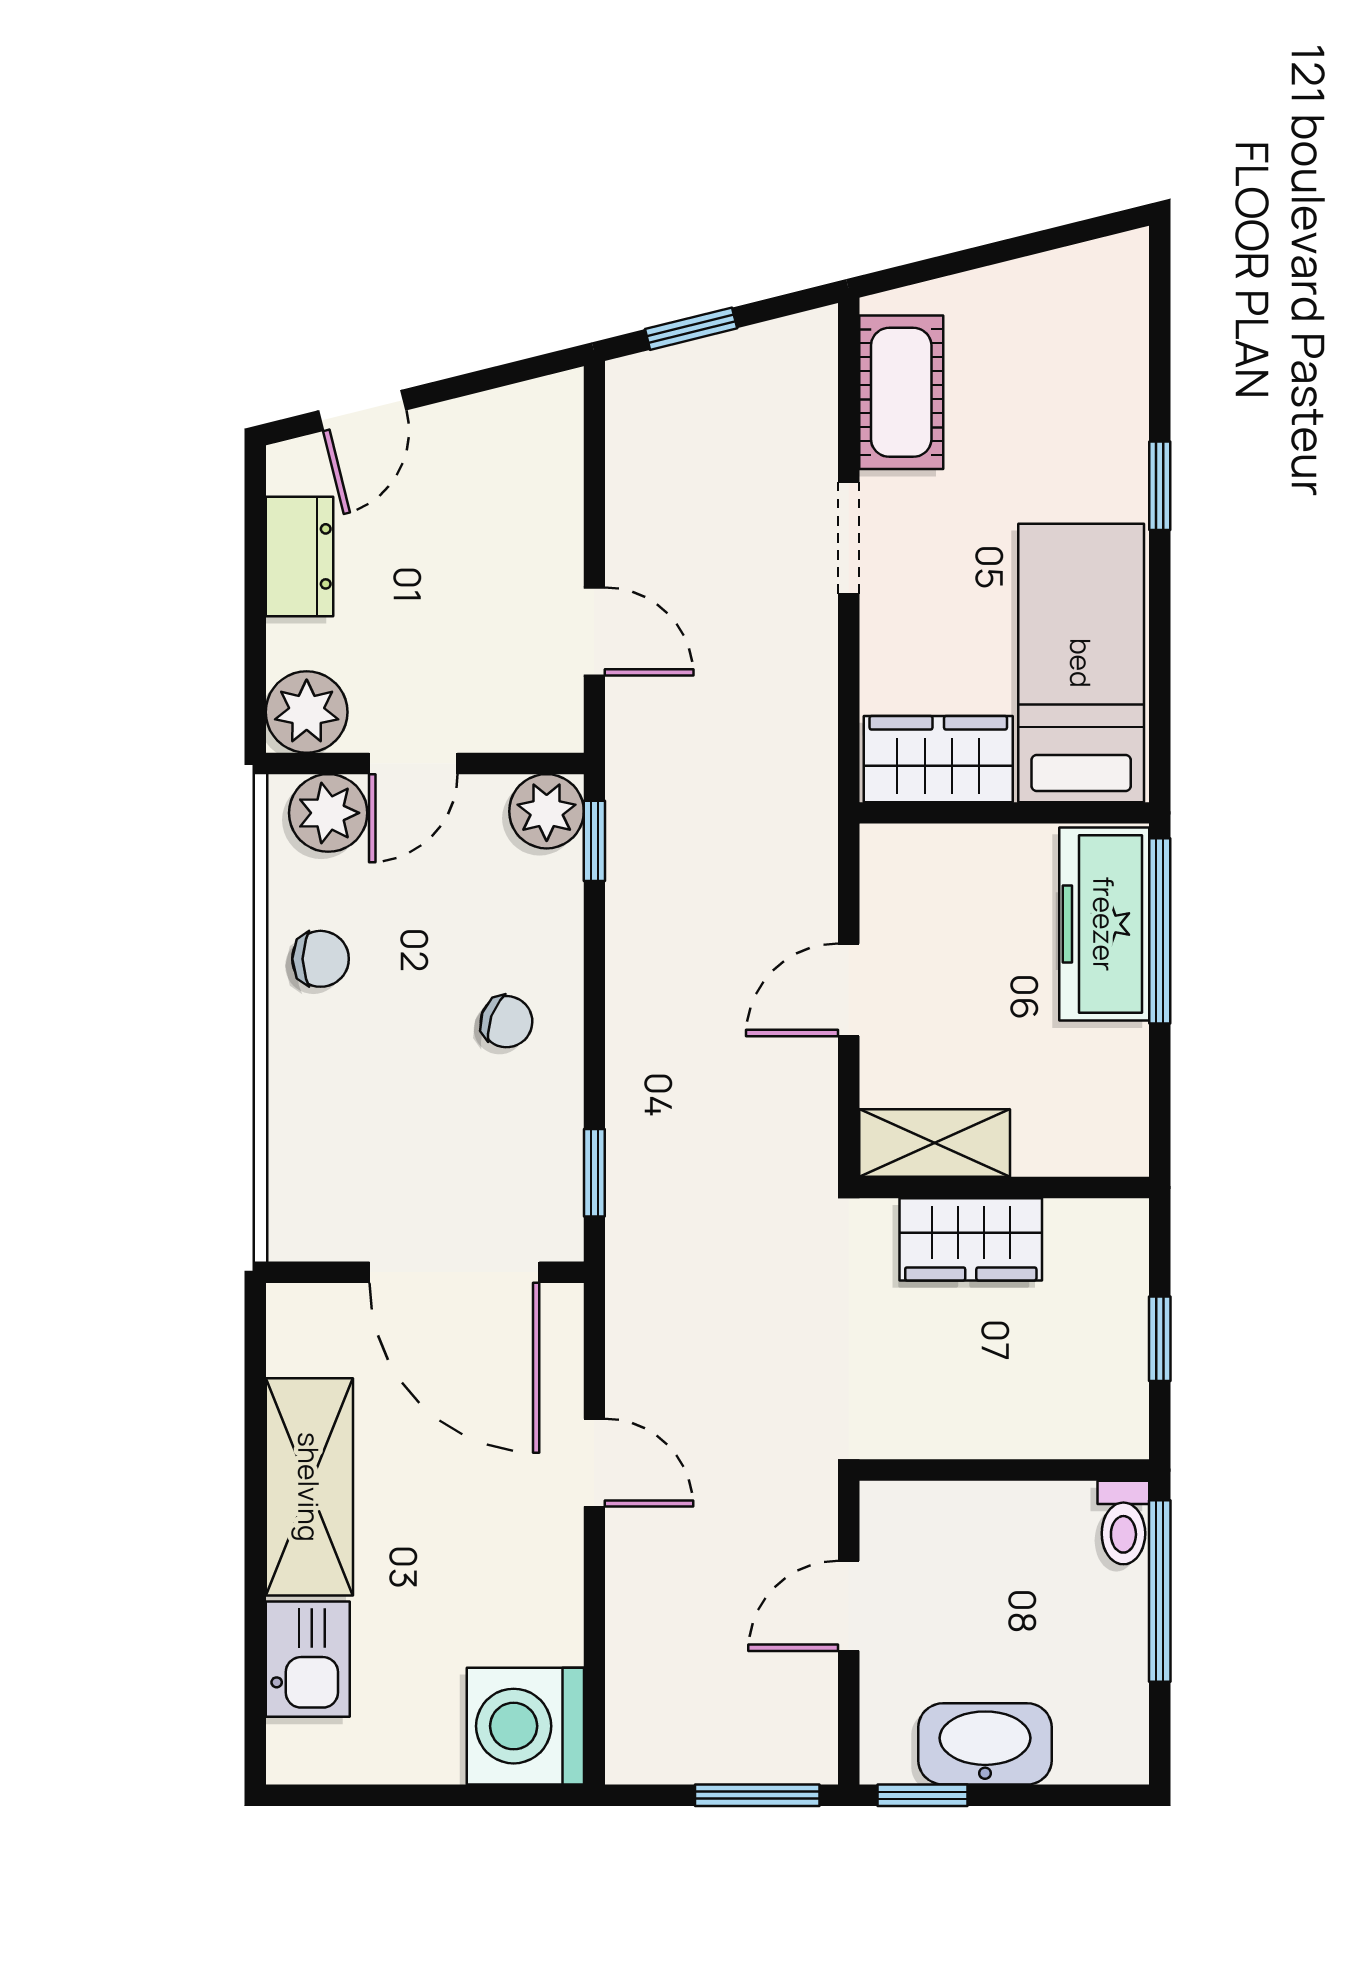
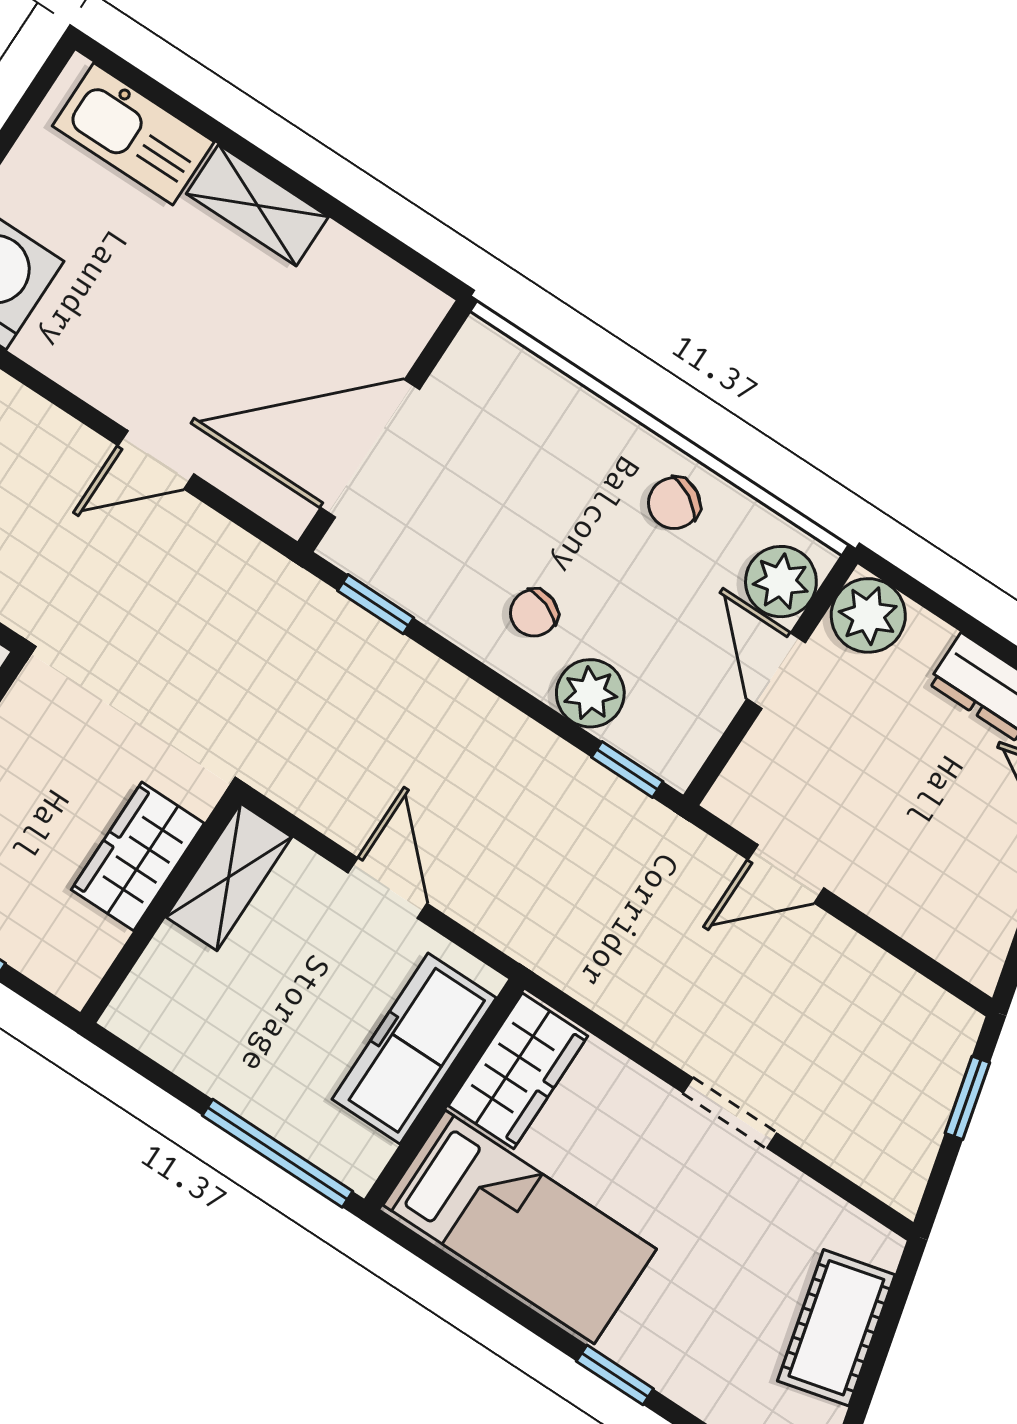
cot: (901, 392) -> (836, 1328), moved, turned 76
plant: (547, 811) -> (590, 693), moved
freezer: (1104, 924) -> (414, 1049), moved, turned -90
chair: (320, 959) -> (674, 503), turned 30
shelving: (309, 1487) -> (257, 205), width x0.67, depth x0.75
kitchen sink: (308, 1659) -> (133, 134), width x1.38

